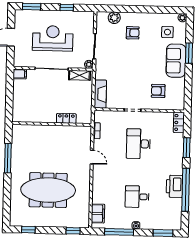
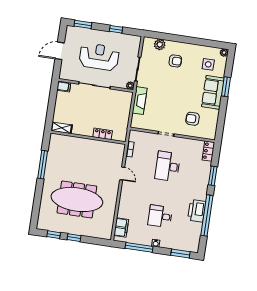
shelving: (79, 75) -> (62, 128), moved
fireplace: (100, 94) -> (140, 101), moved
window: (73, 231) -> (74, 238), moved

